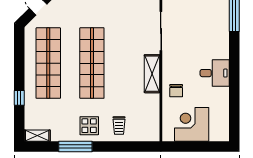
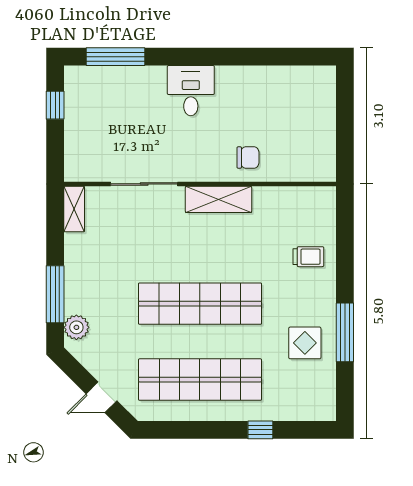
desk: (215, 73) -> (191, 91), moved
corner desk: (192, 124) -> (306, 131), removed
display table: (89, 126) -> (305, 343), moved
shelving: (37, 136) -> (326, 399), removed

